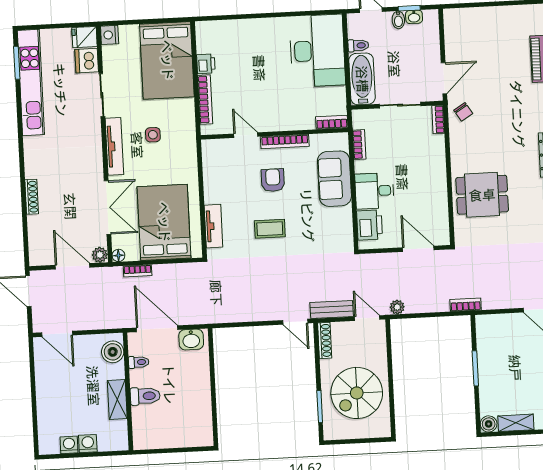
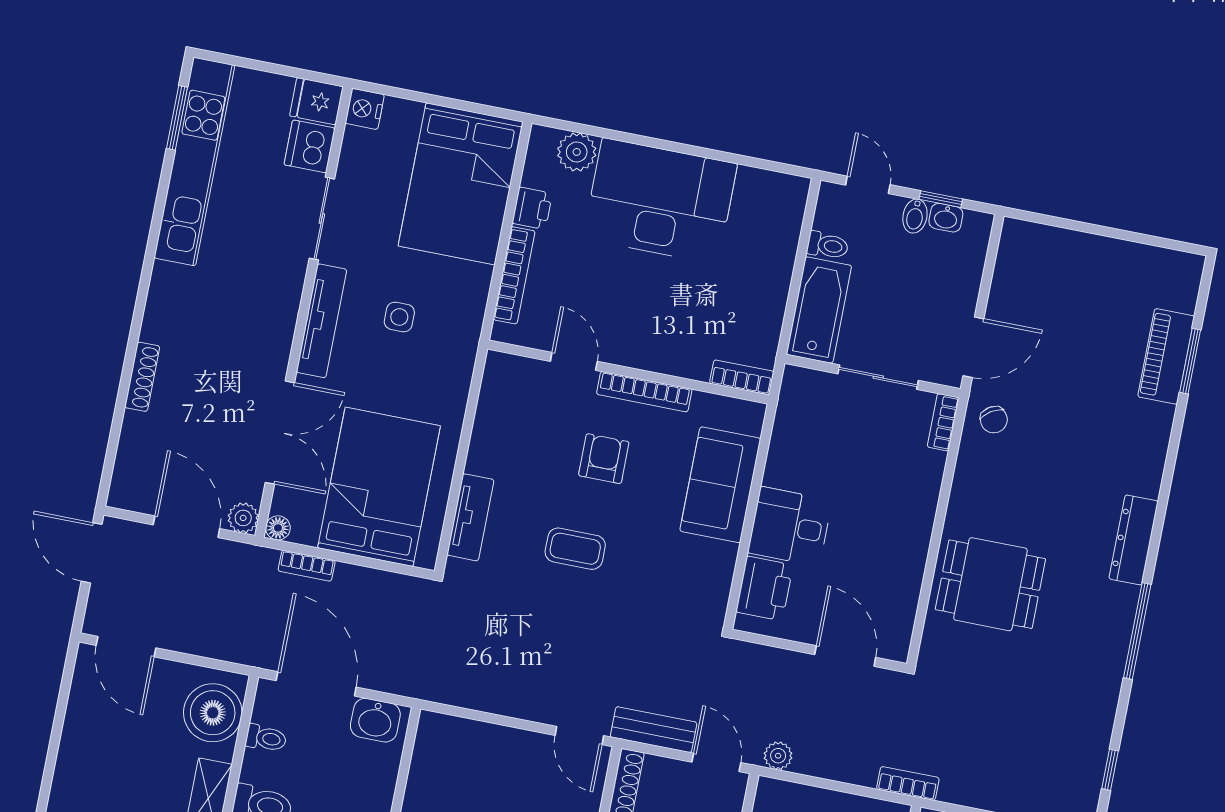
plant: (221, 30) -> (577, 152), added
desk: (317, 51) -> (660, 201), moved, turned -90
bookcase: (359, 145) -> (783, 432), removed
boiler: (113, 352) -> (213, 713), width x1.37, depth x1.37

